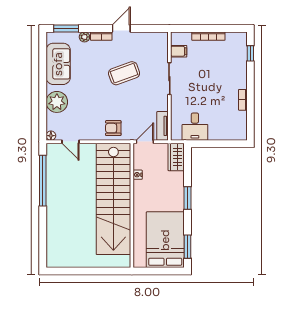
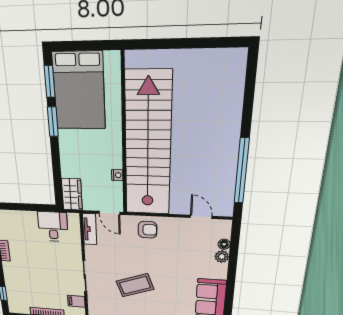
plant: (57, 102) -> (222, 257), width x0.53, depth x0.53
floor lamp: (51, 136) -> (224, 244), moved
door: (145, 142) -> (109, 213), hinge flipped
window: (187, 198) -> (53, 122), moved

